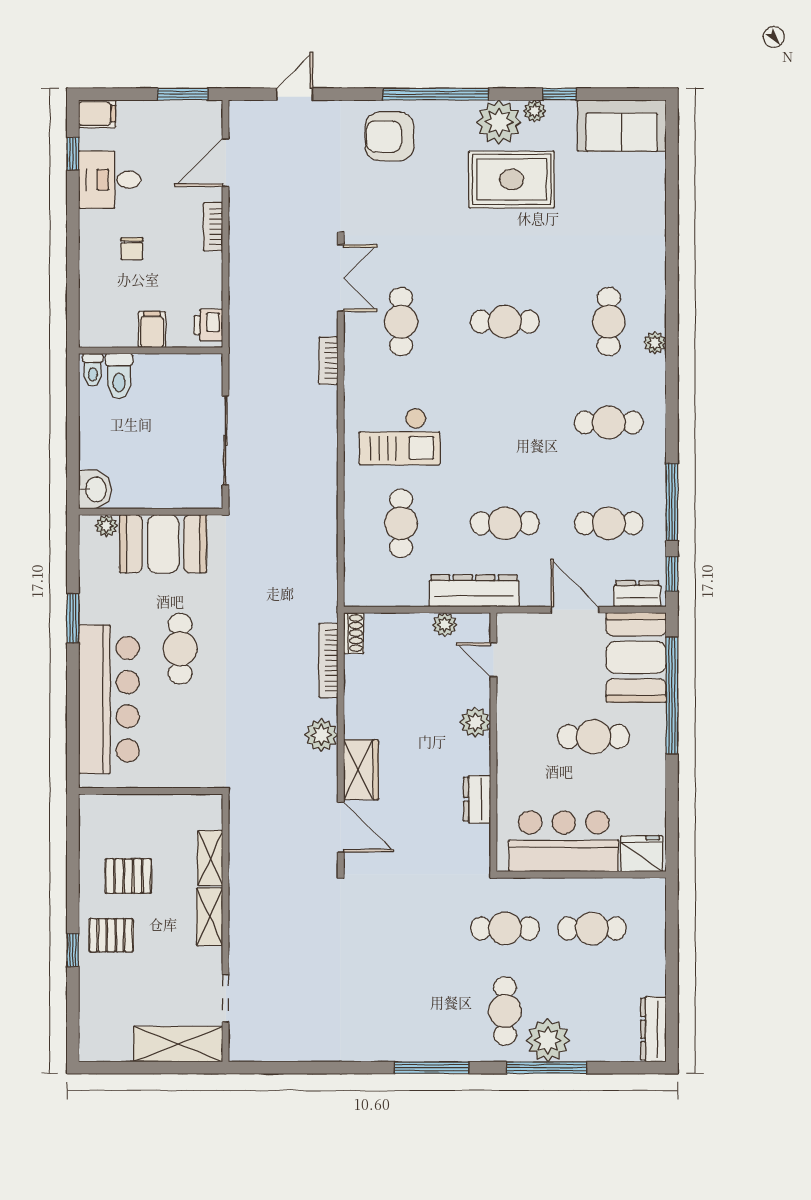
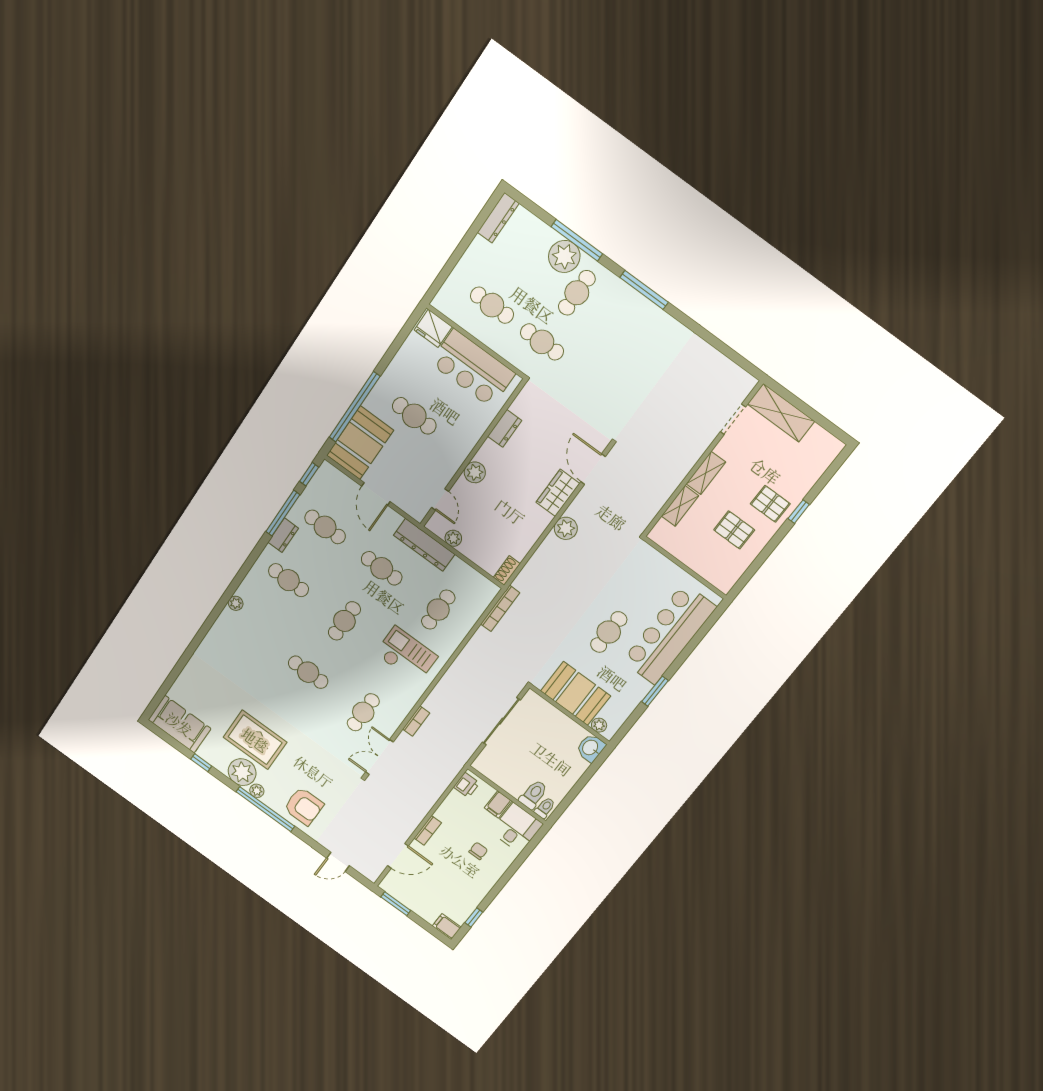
plant: (535, 111) -> (257, 791), moved
desk: (110, 180) -> (517, 828), moved, turned -90
cafe table: (609, 322) -> (344, 621), moved
dresser: (637, 594) -> (283, 535), moved, turned -90
bookcase: (328, 660) -> (500, 608), moved

